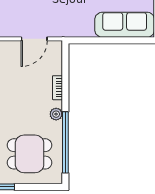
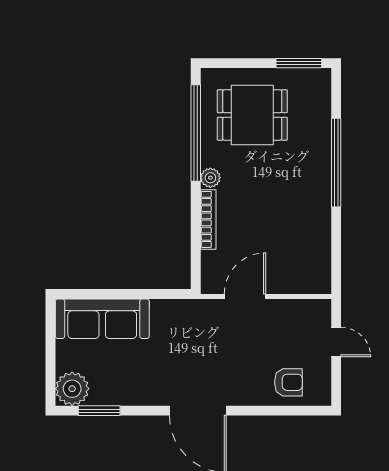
bookcase: (58, 88) -> (208, 219), width x1.56

